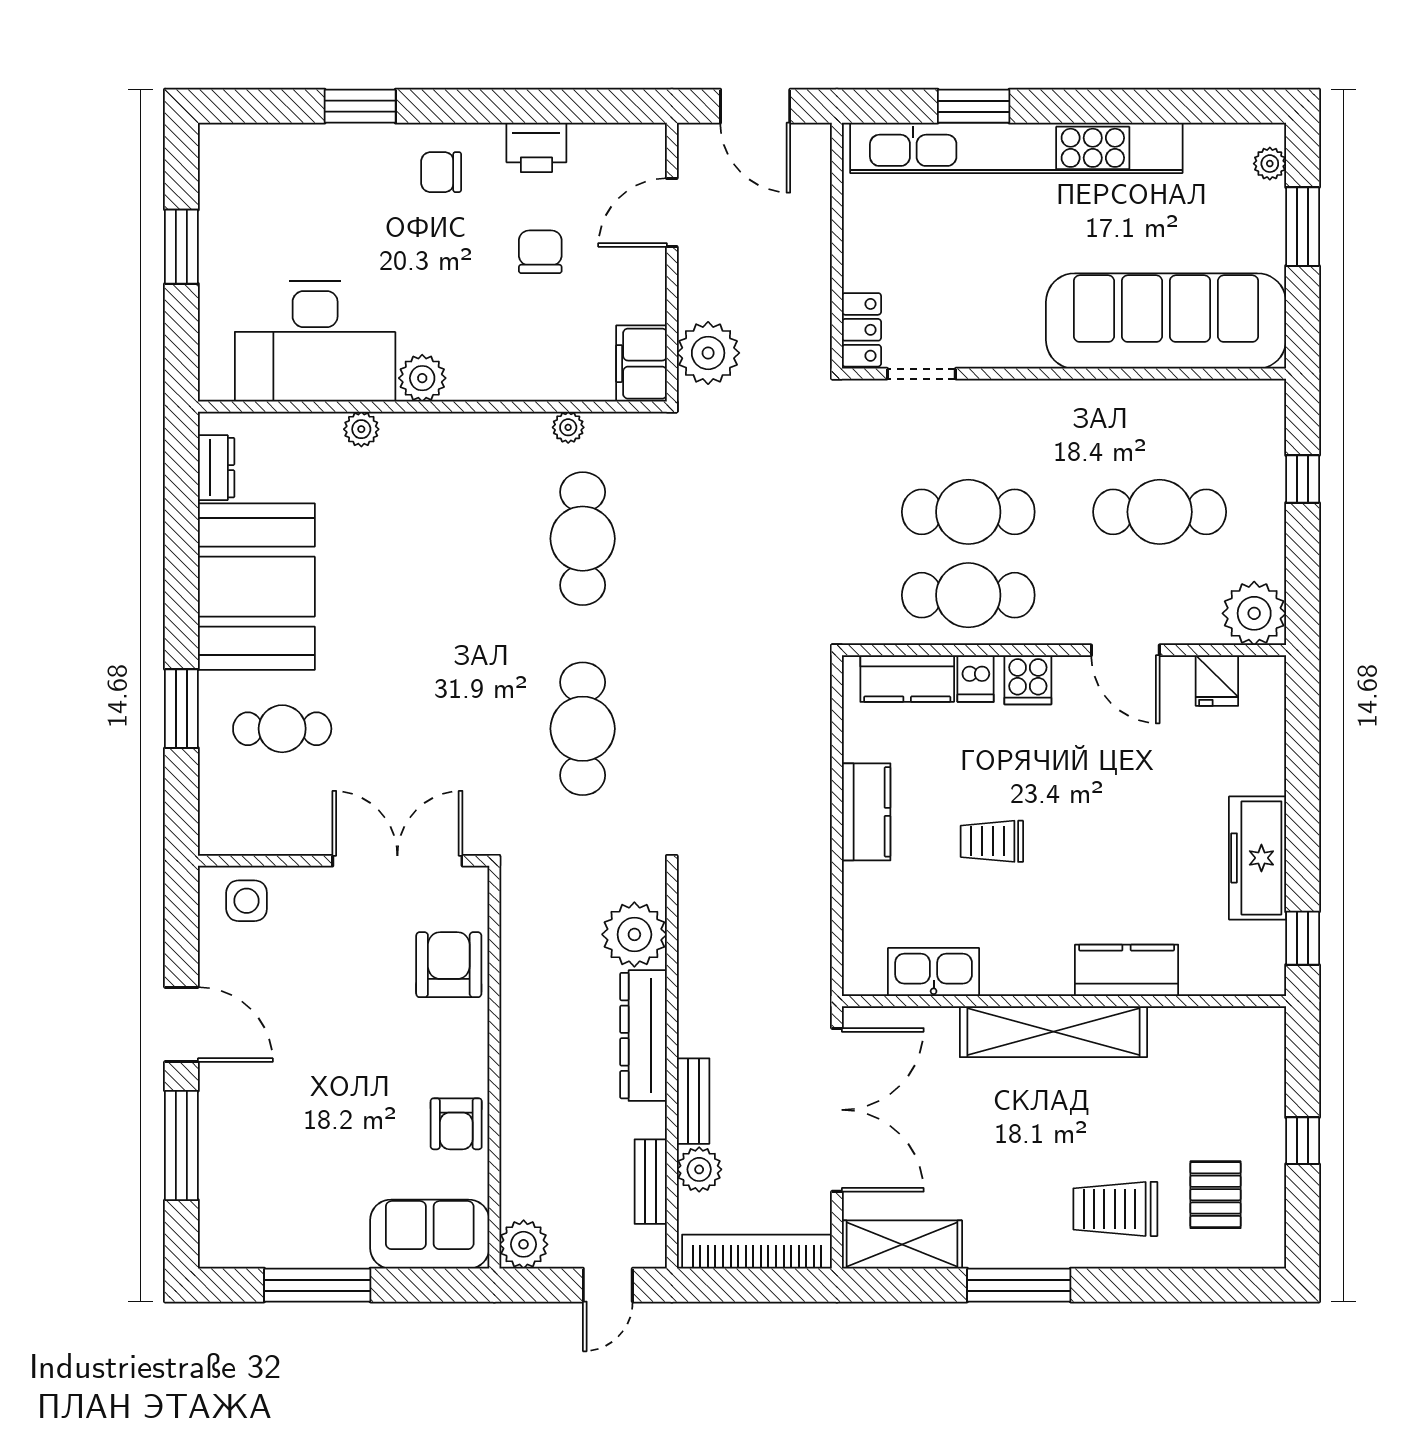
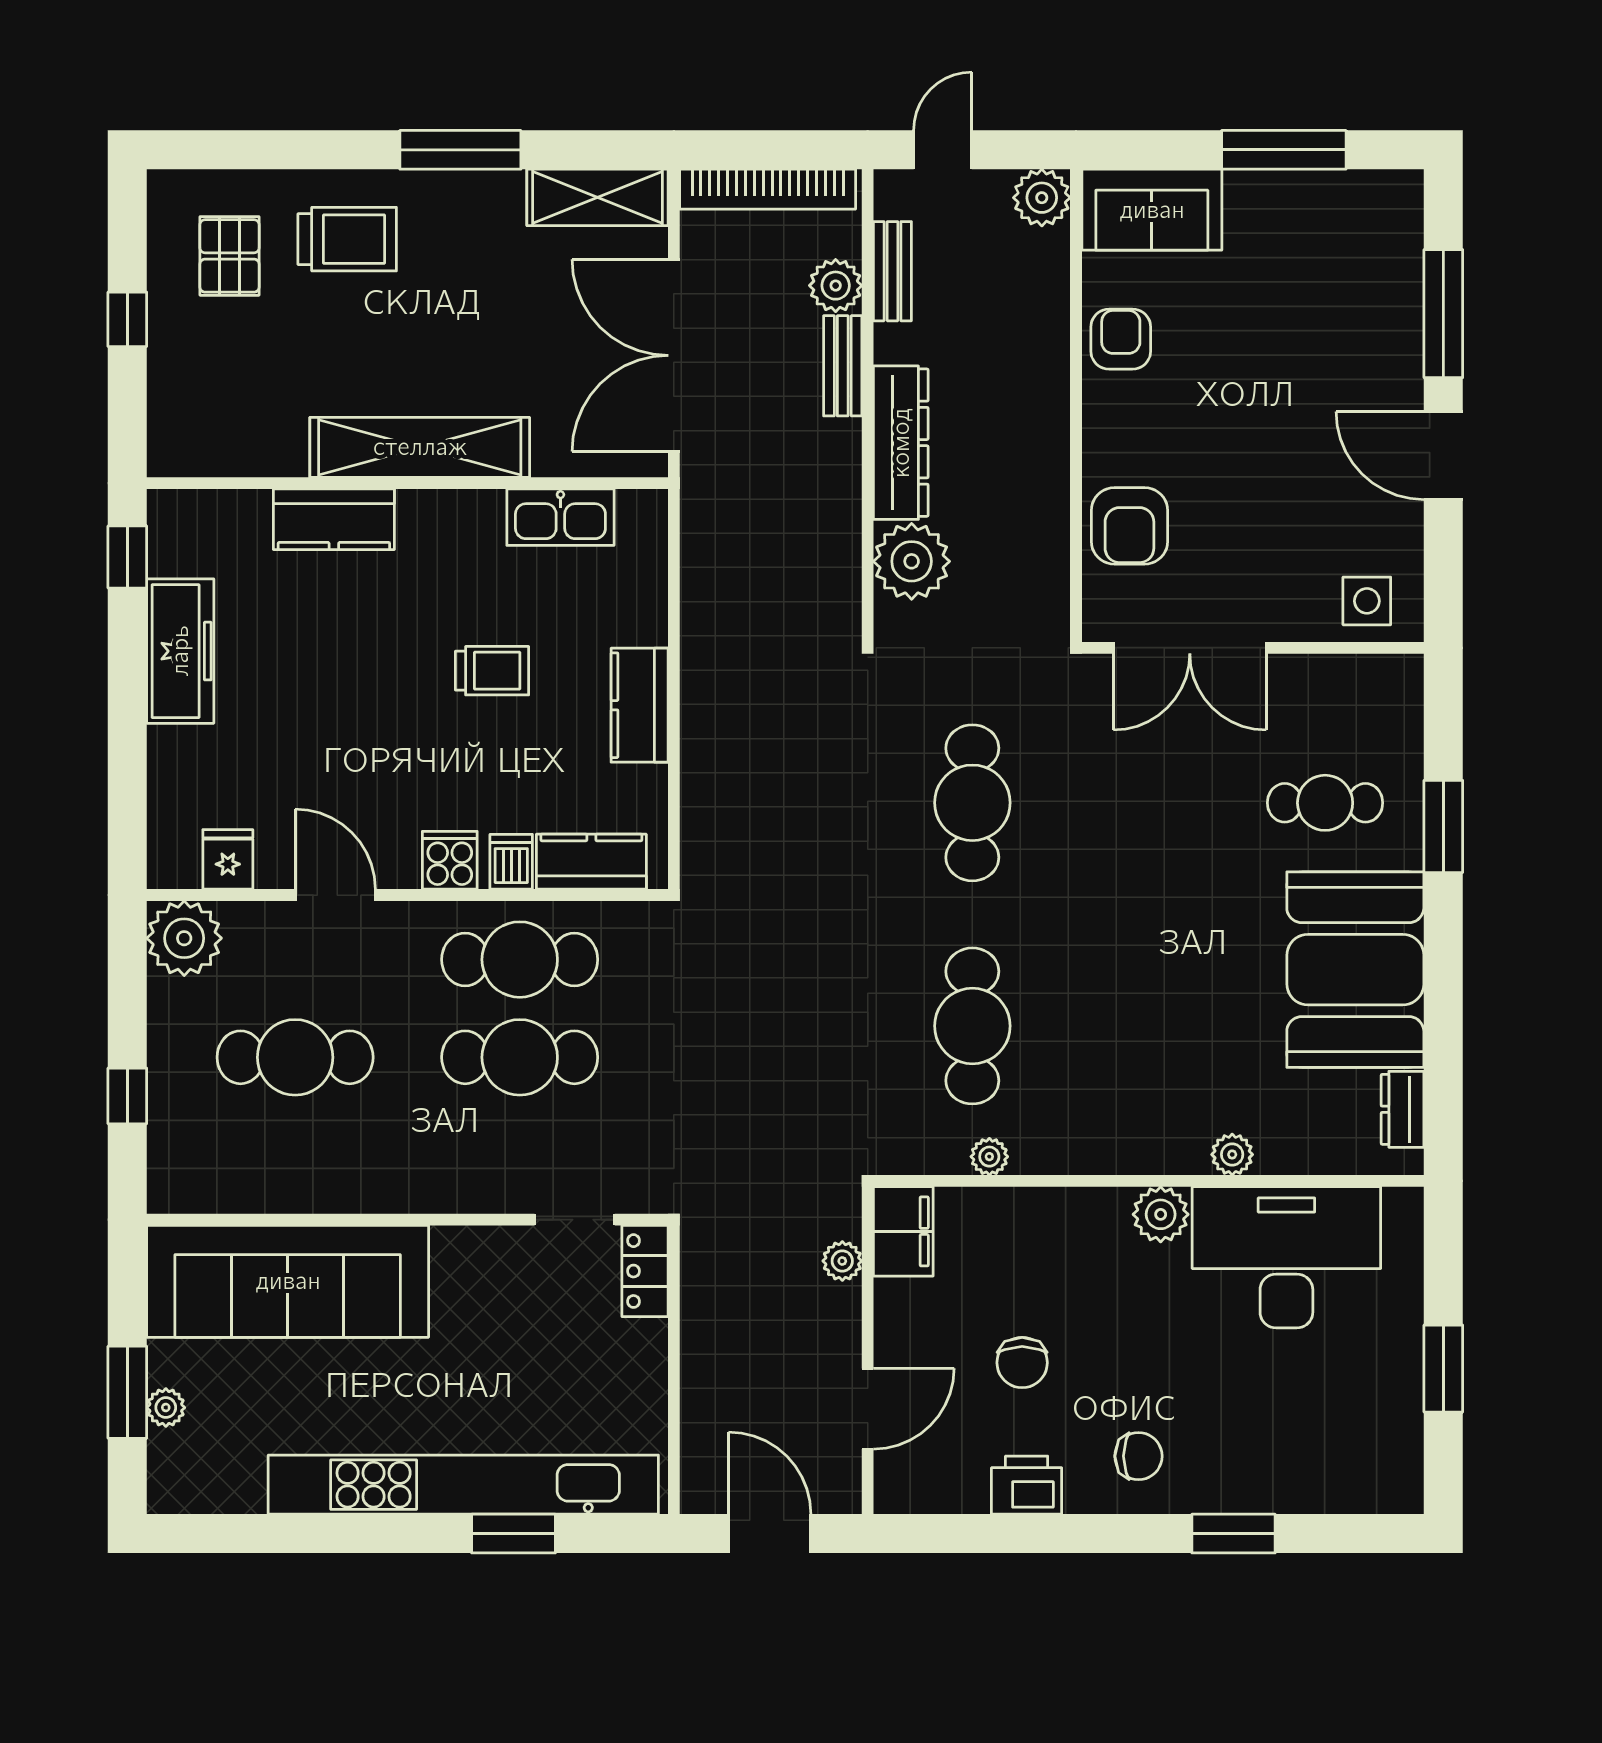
plant: (1270, 164) -> (166, 1408), moved
plant: (708, 353) -> (842, 1261), width x0.53, depth x0.53

